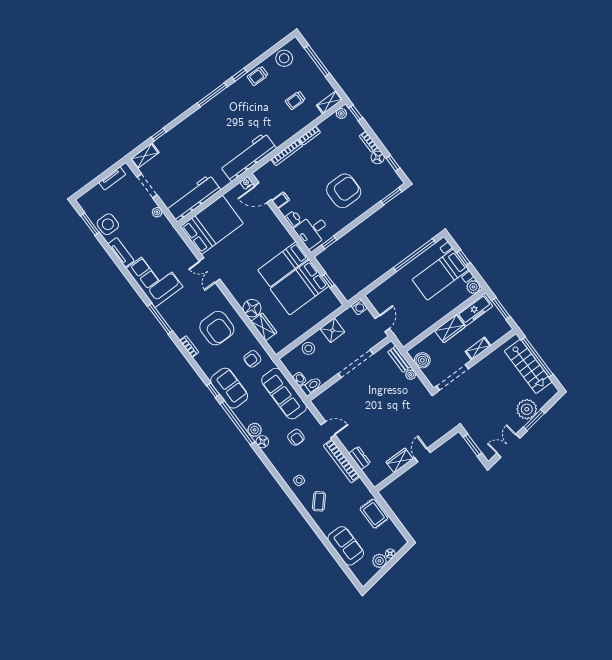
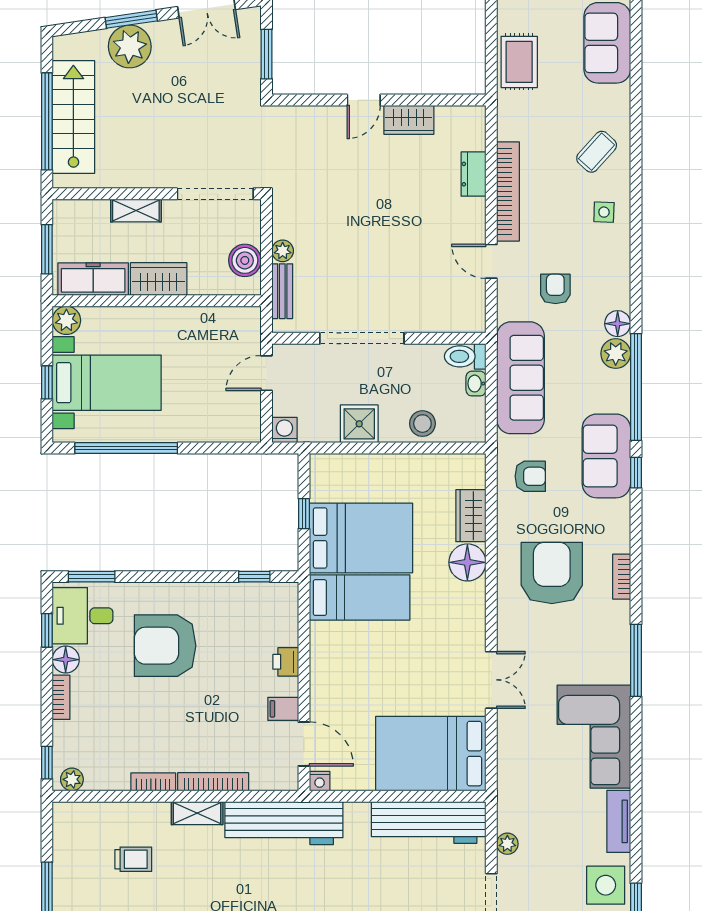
shelving: (329, 102) -> (197, 813), moved
desk: (312, 231) -> (83, 616), moved, turned 180

